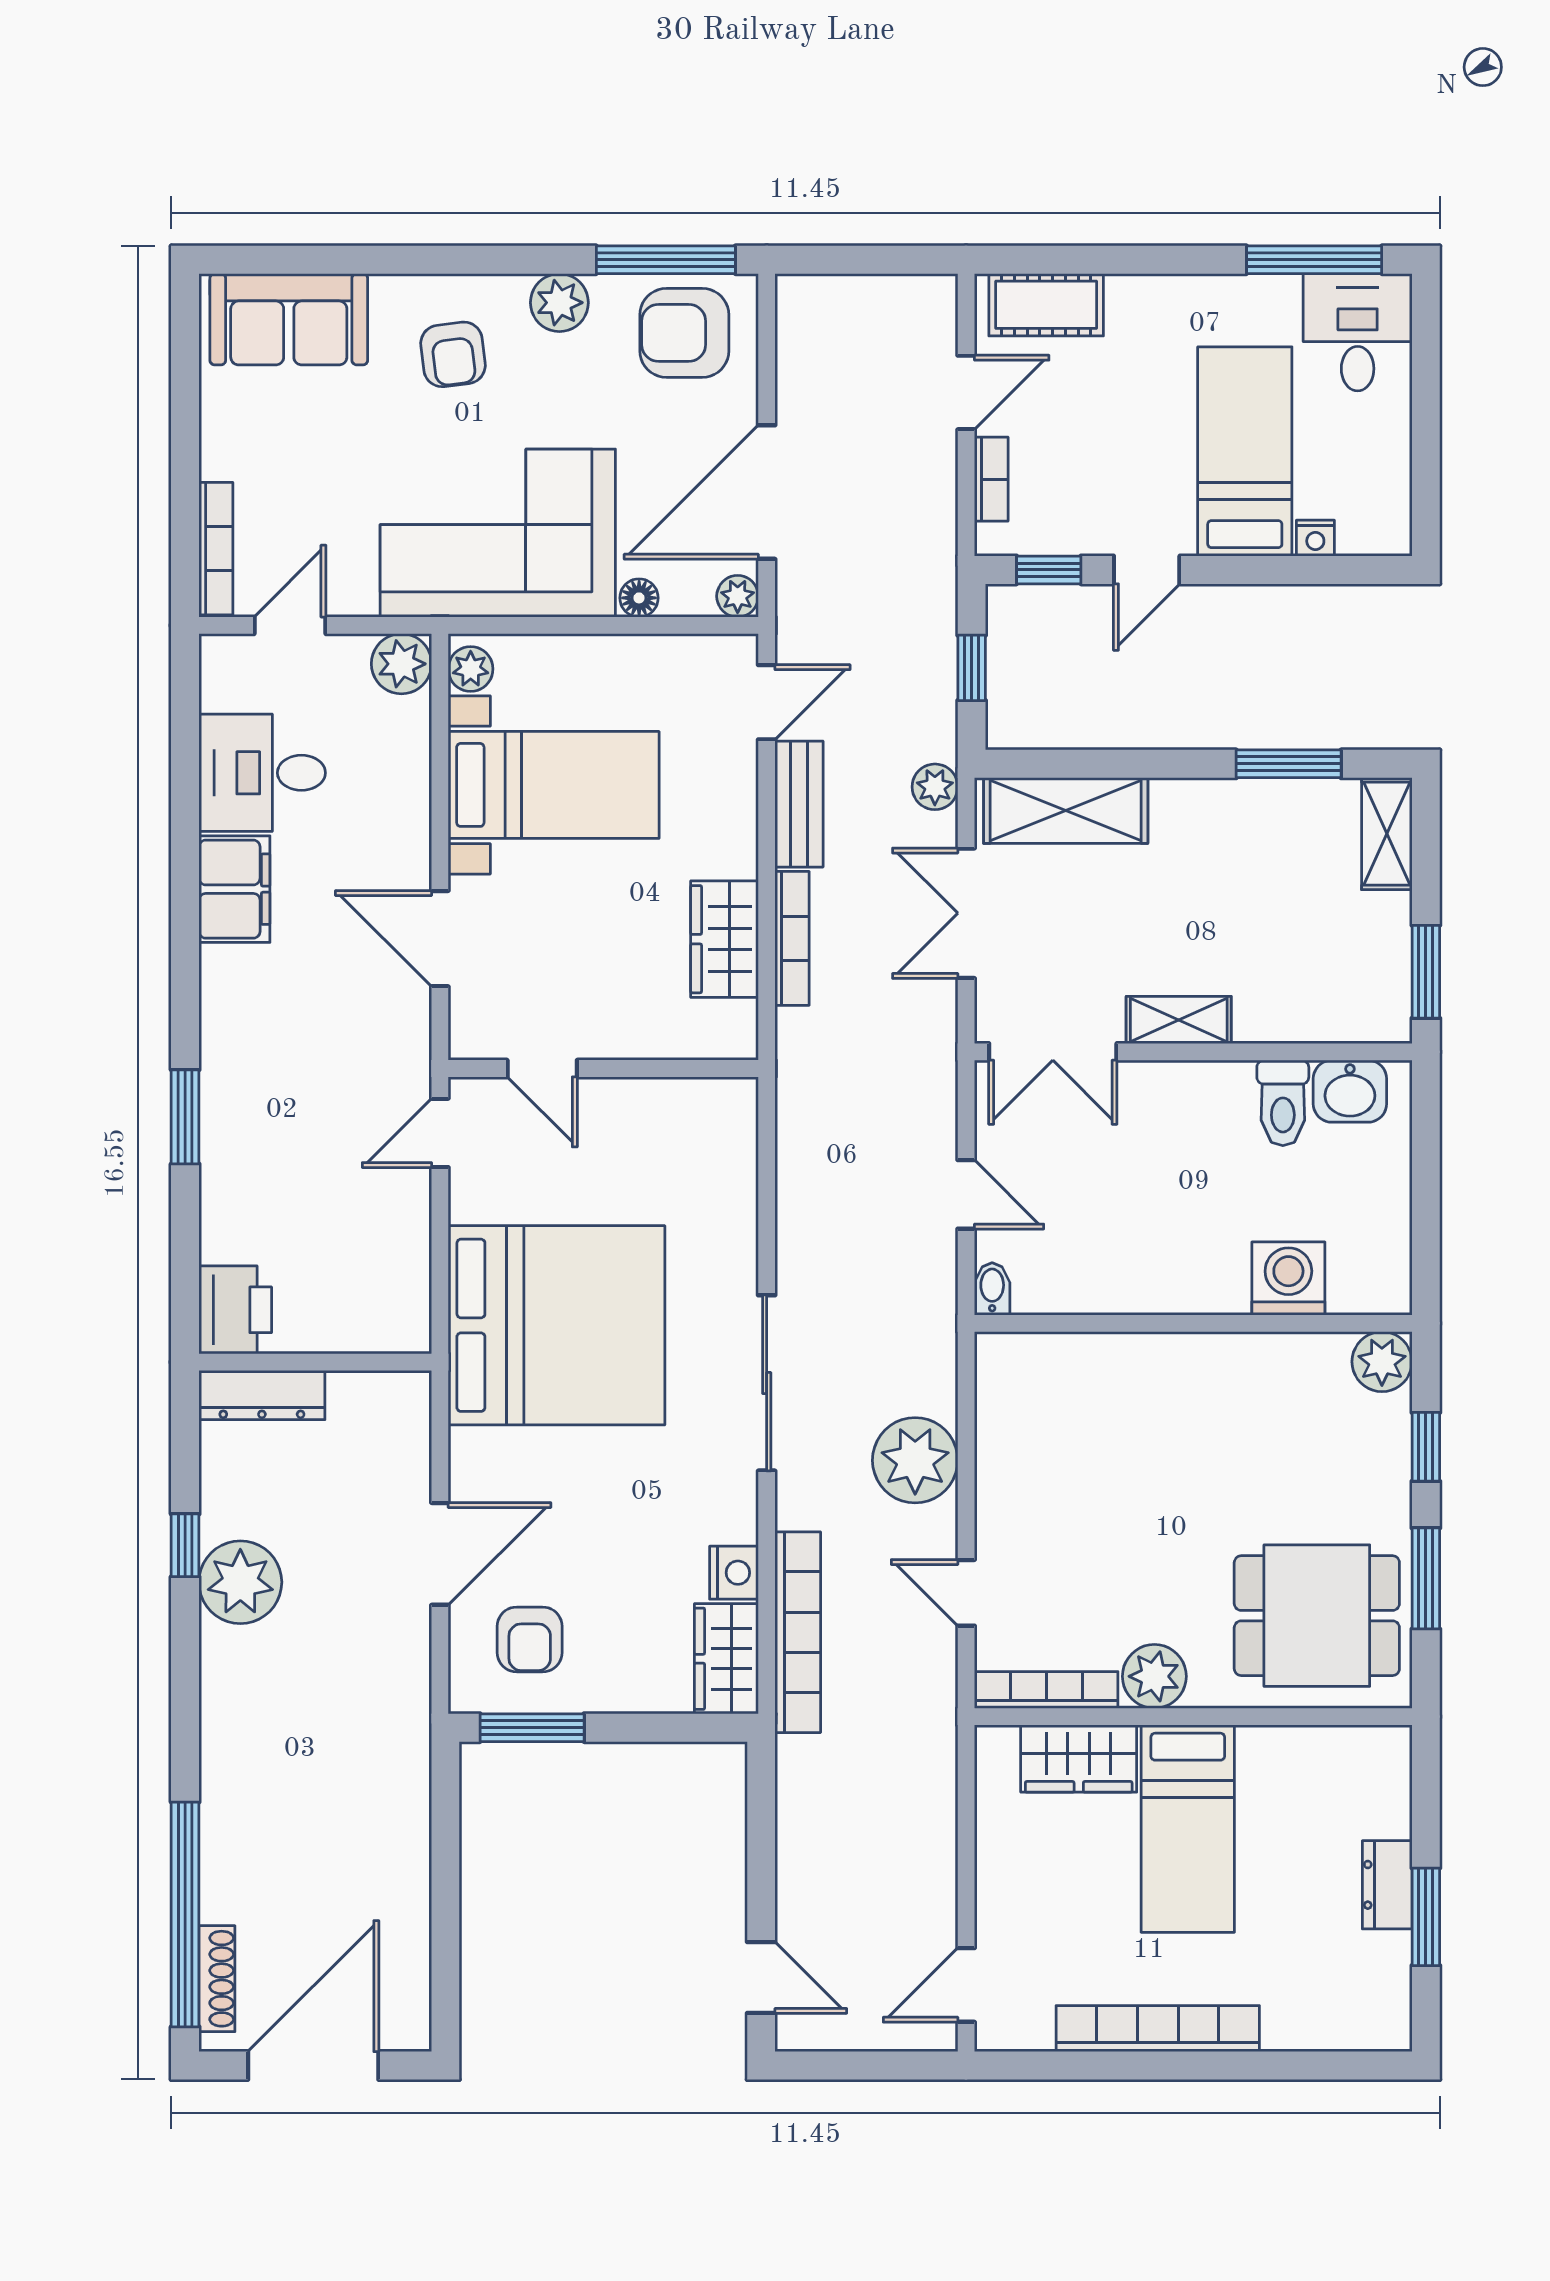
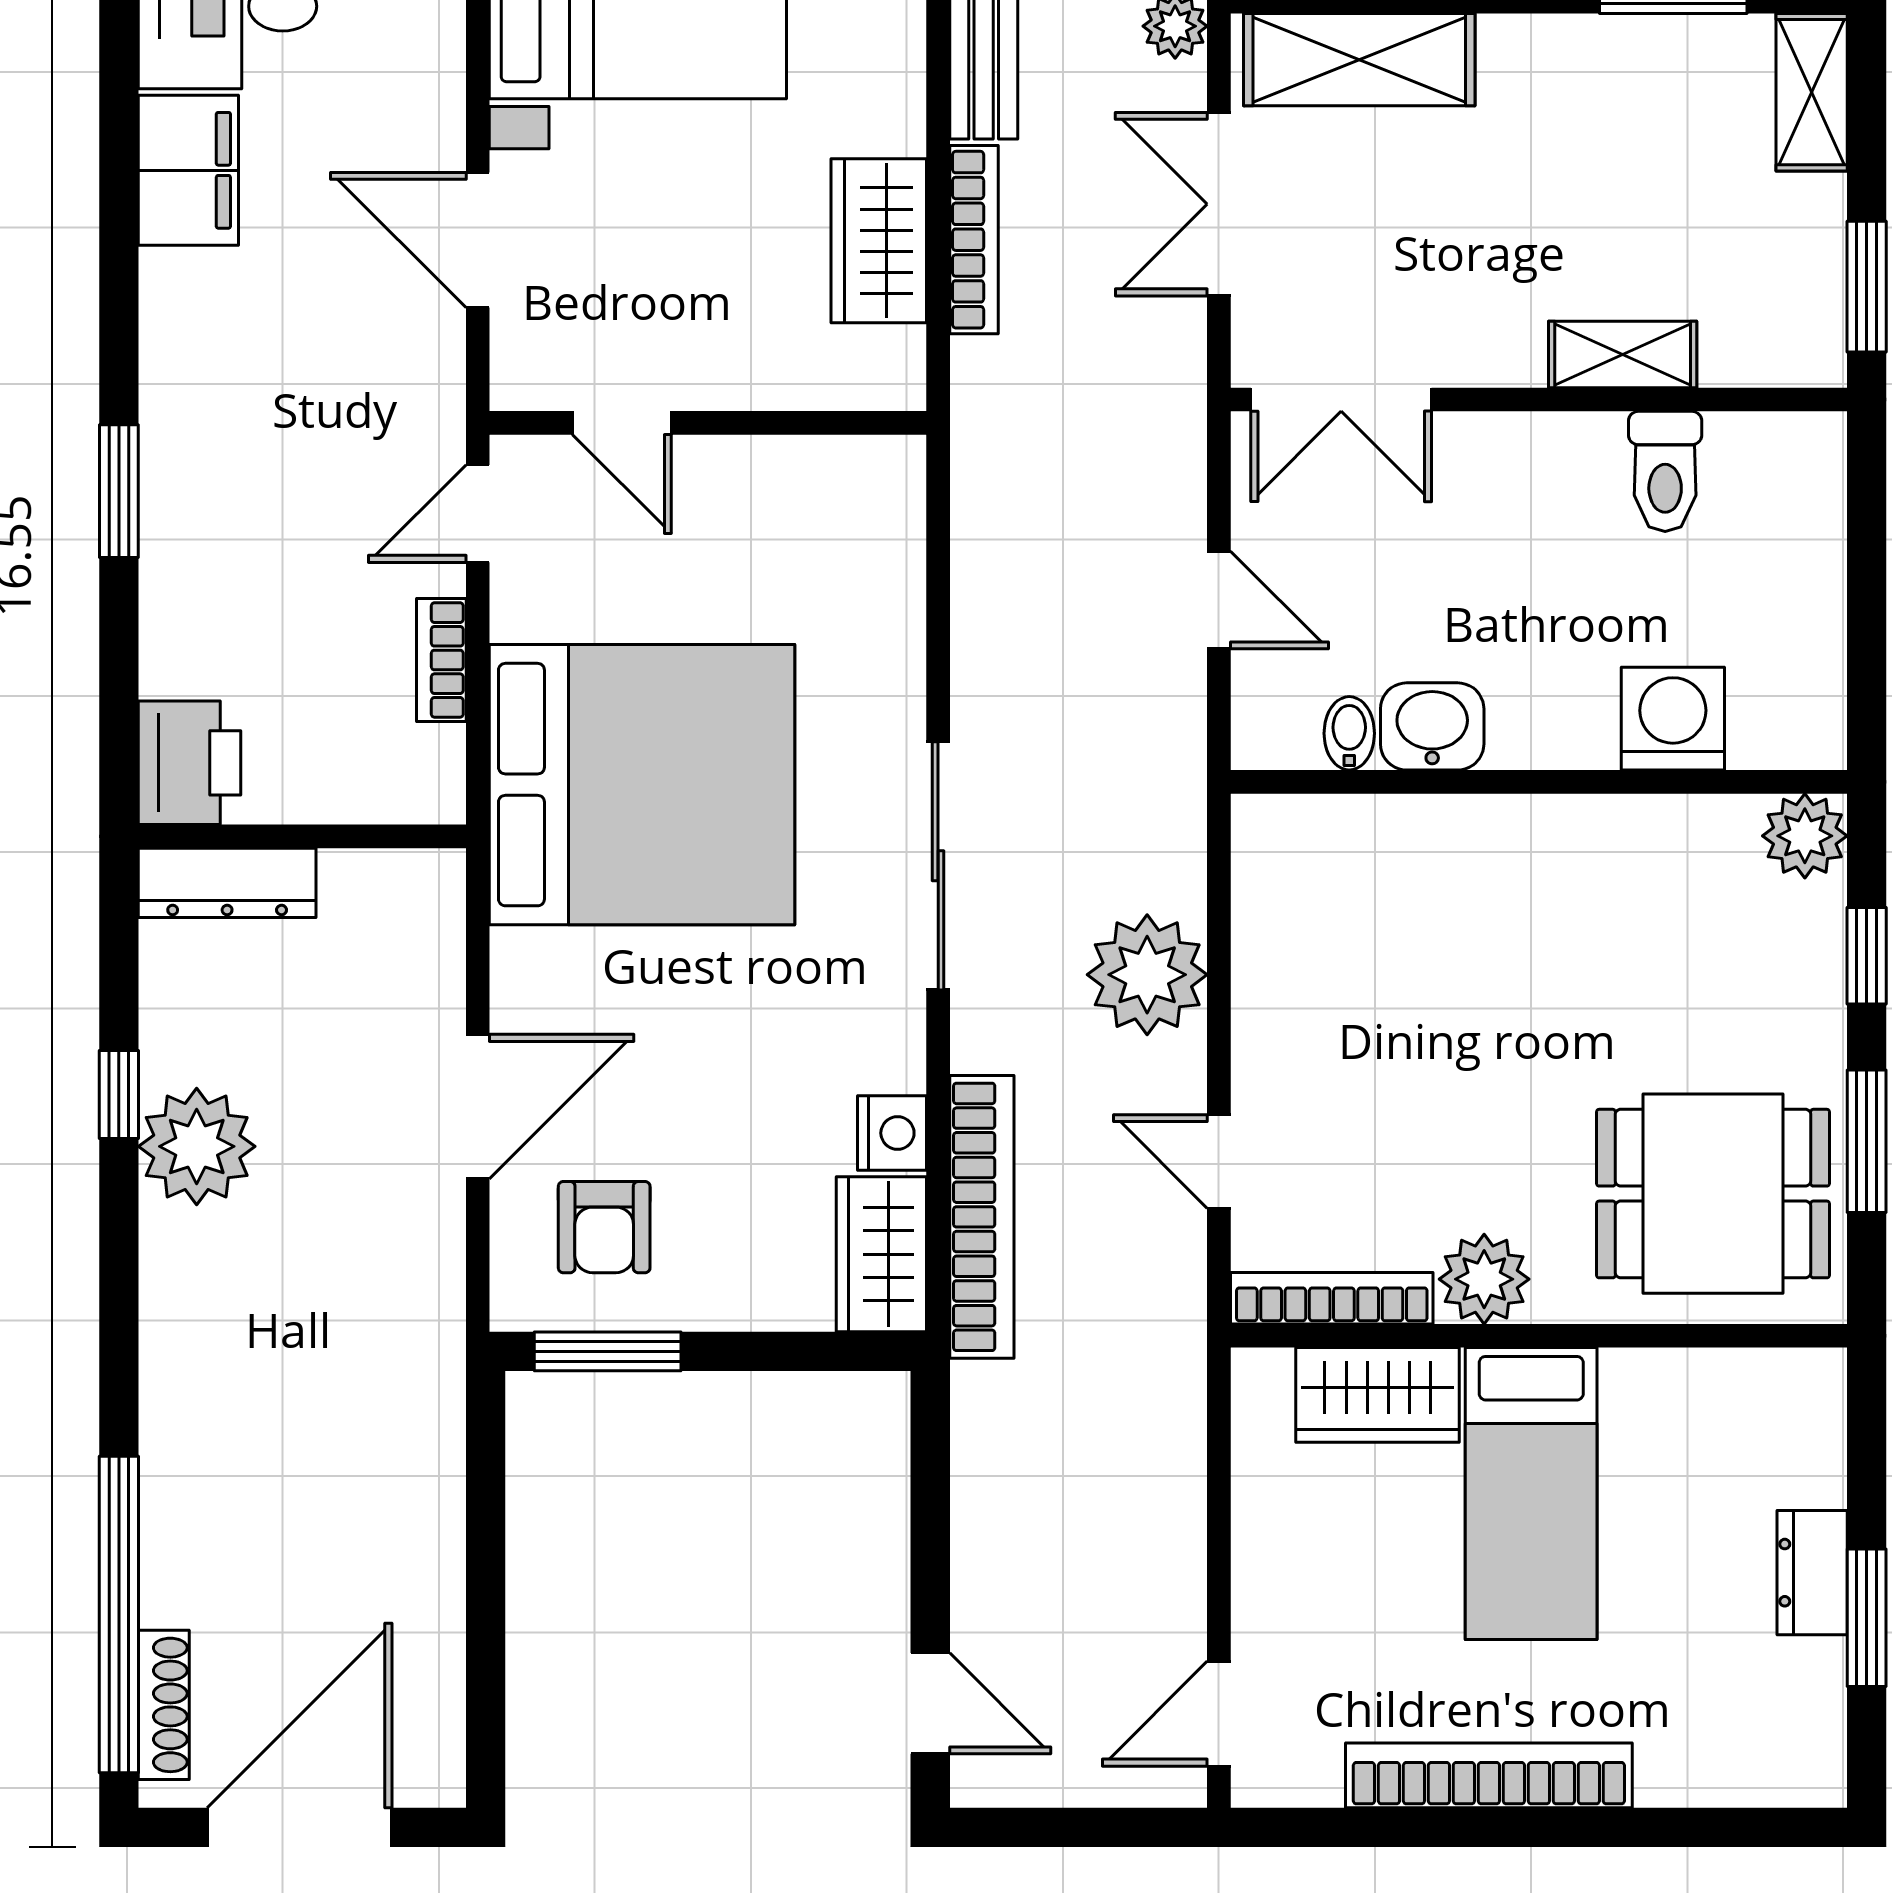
shelving: (1179, 1020) -> (1623, 354), moved
washbasin: (1350, 1091) -> (1432, 726), moved, turned 180
bookcase: (414, 1237) -> (441, 660), added
bidet: (992, 1289) -> (1349, 733), moved

